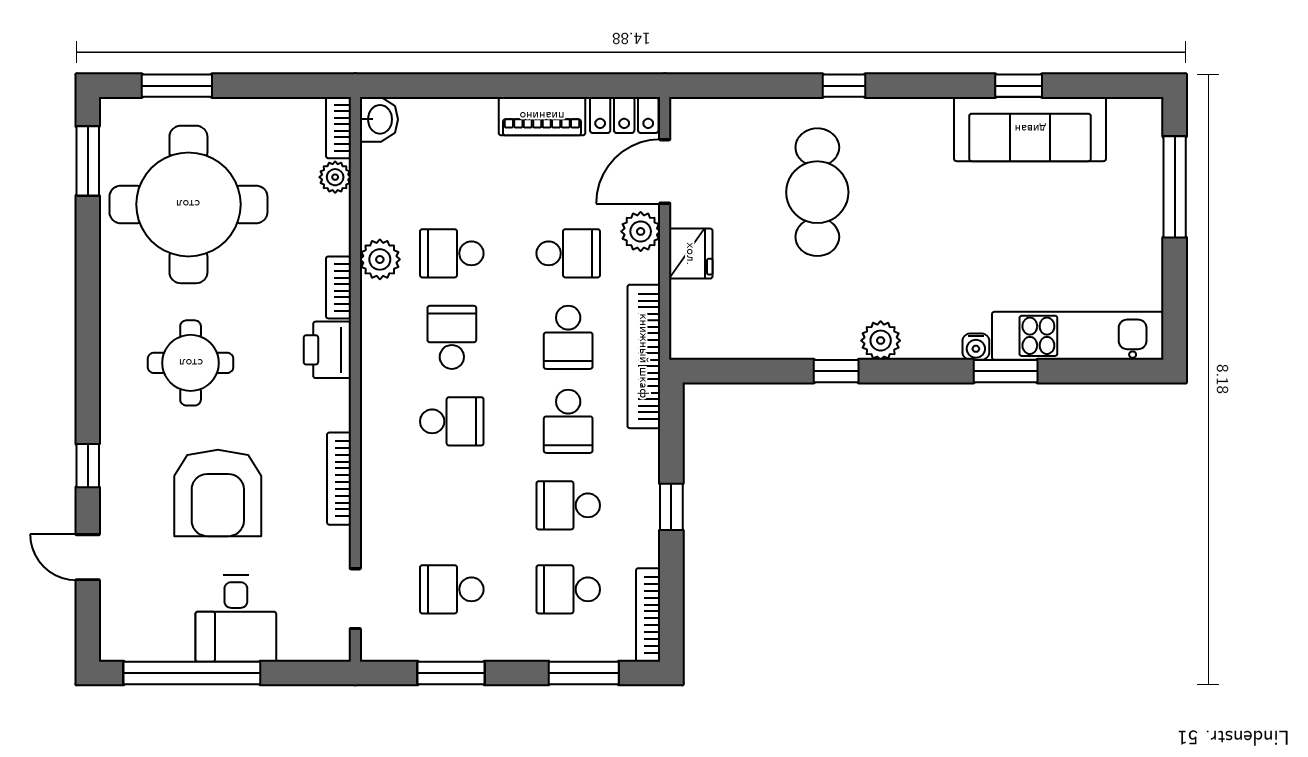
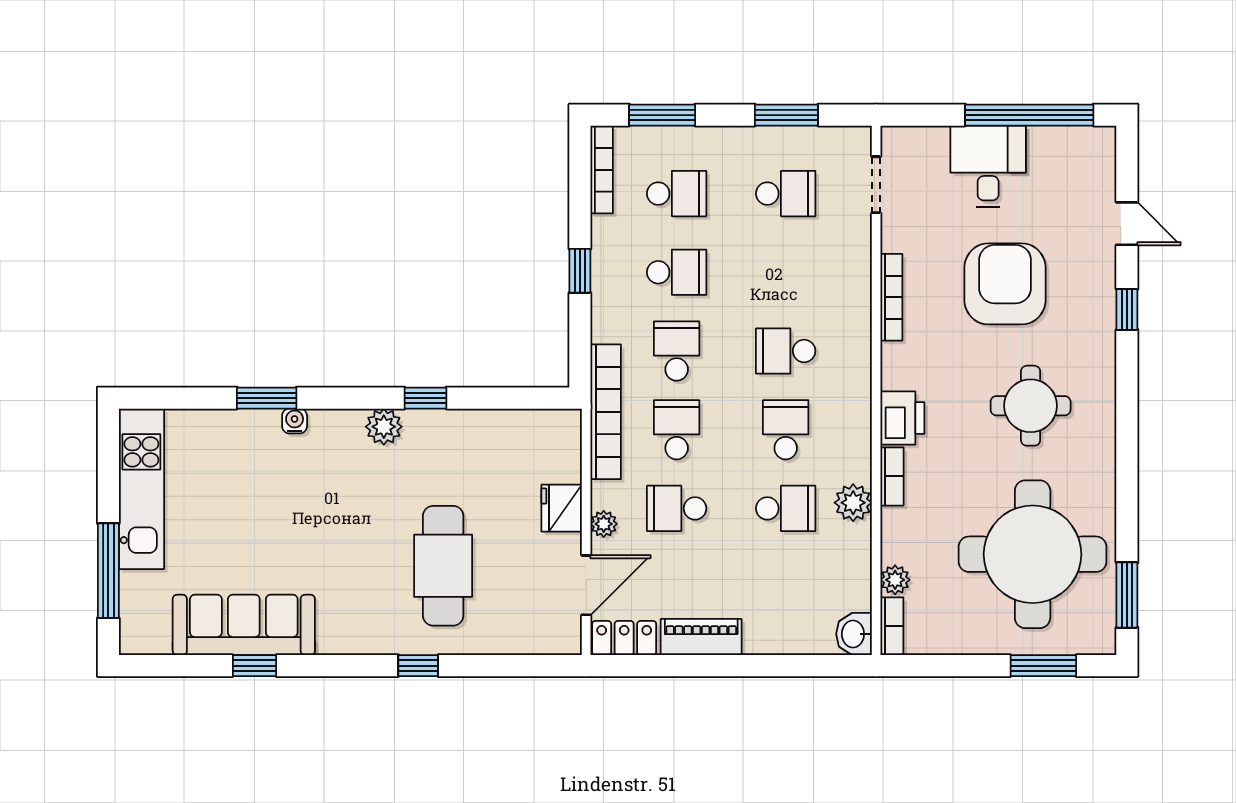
plant: (641, 231) -> (604, 524), width x0.73, depth x0.73
kitchen unit: (1078, 336) -> (141, 489), moved, turned -90
school desk: (452, 337) -> (786, 430), turned 180

